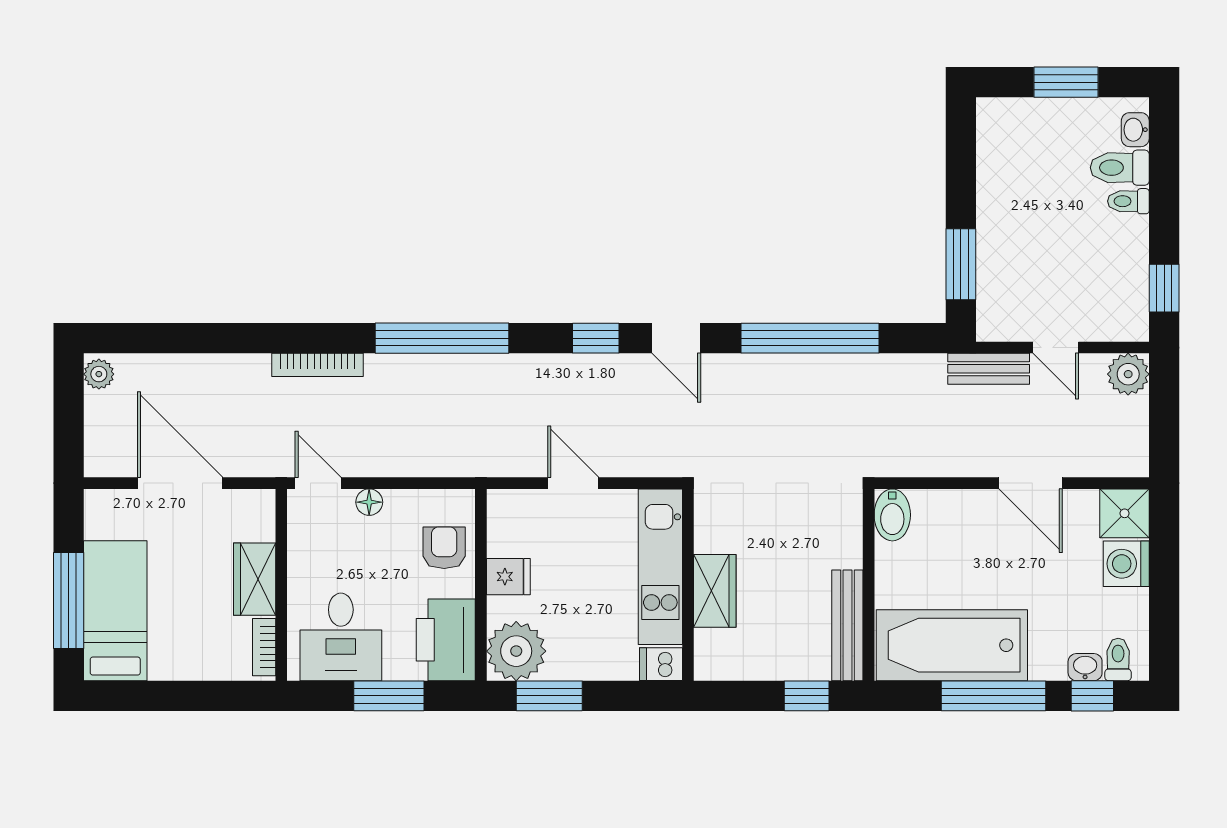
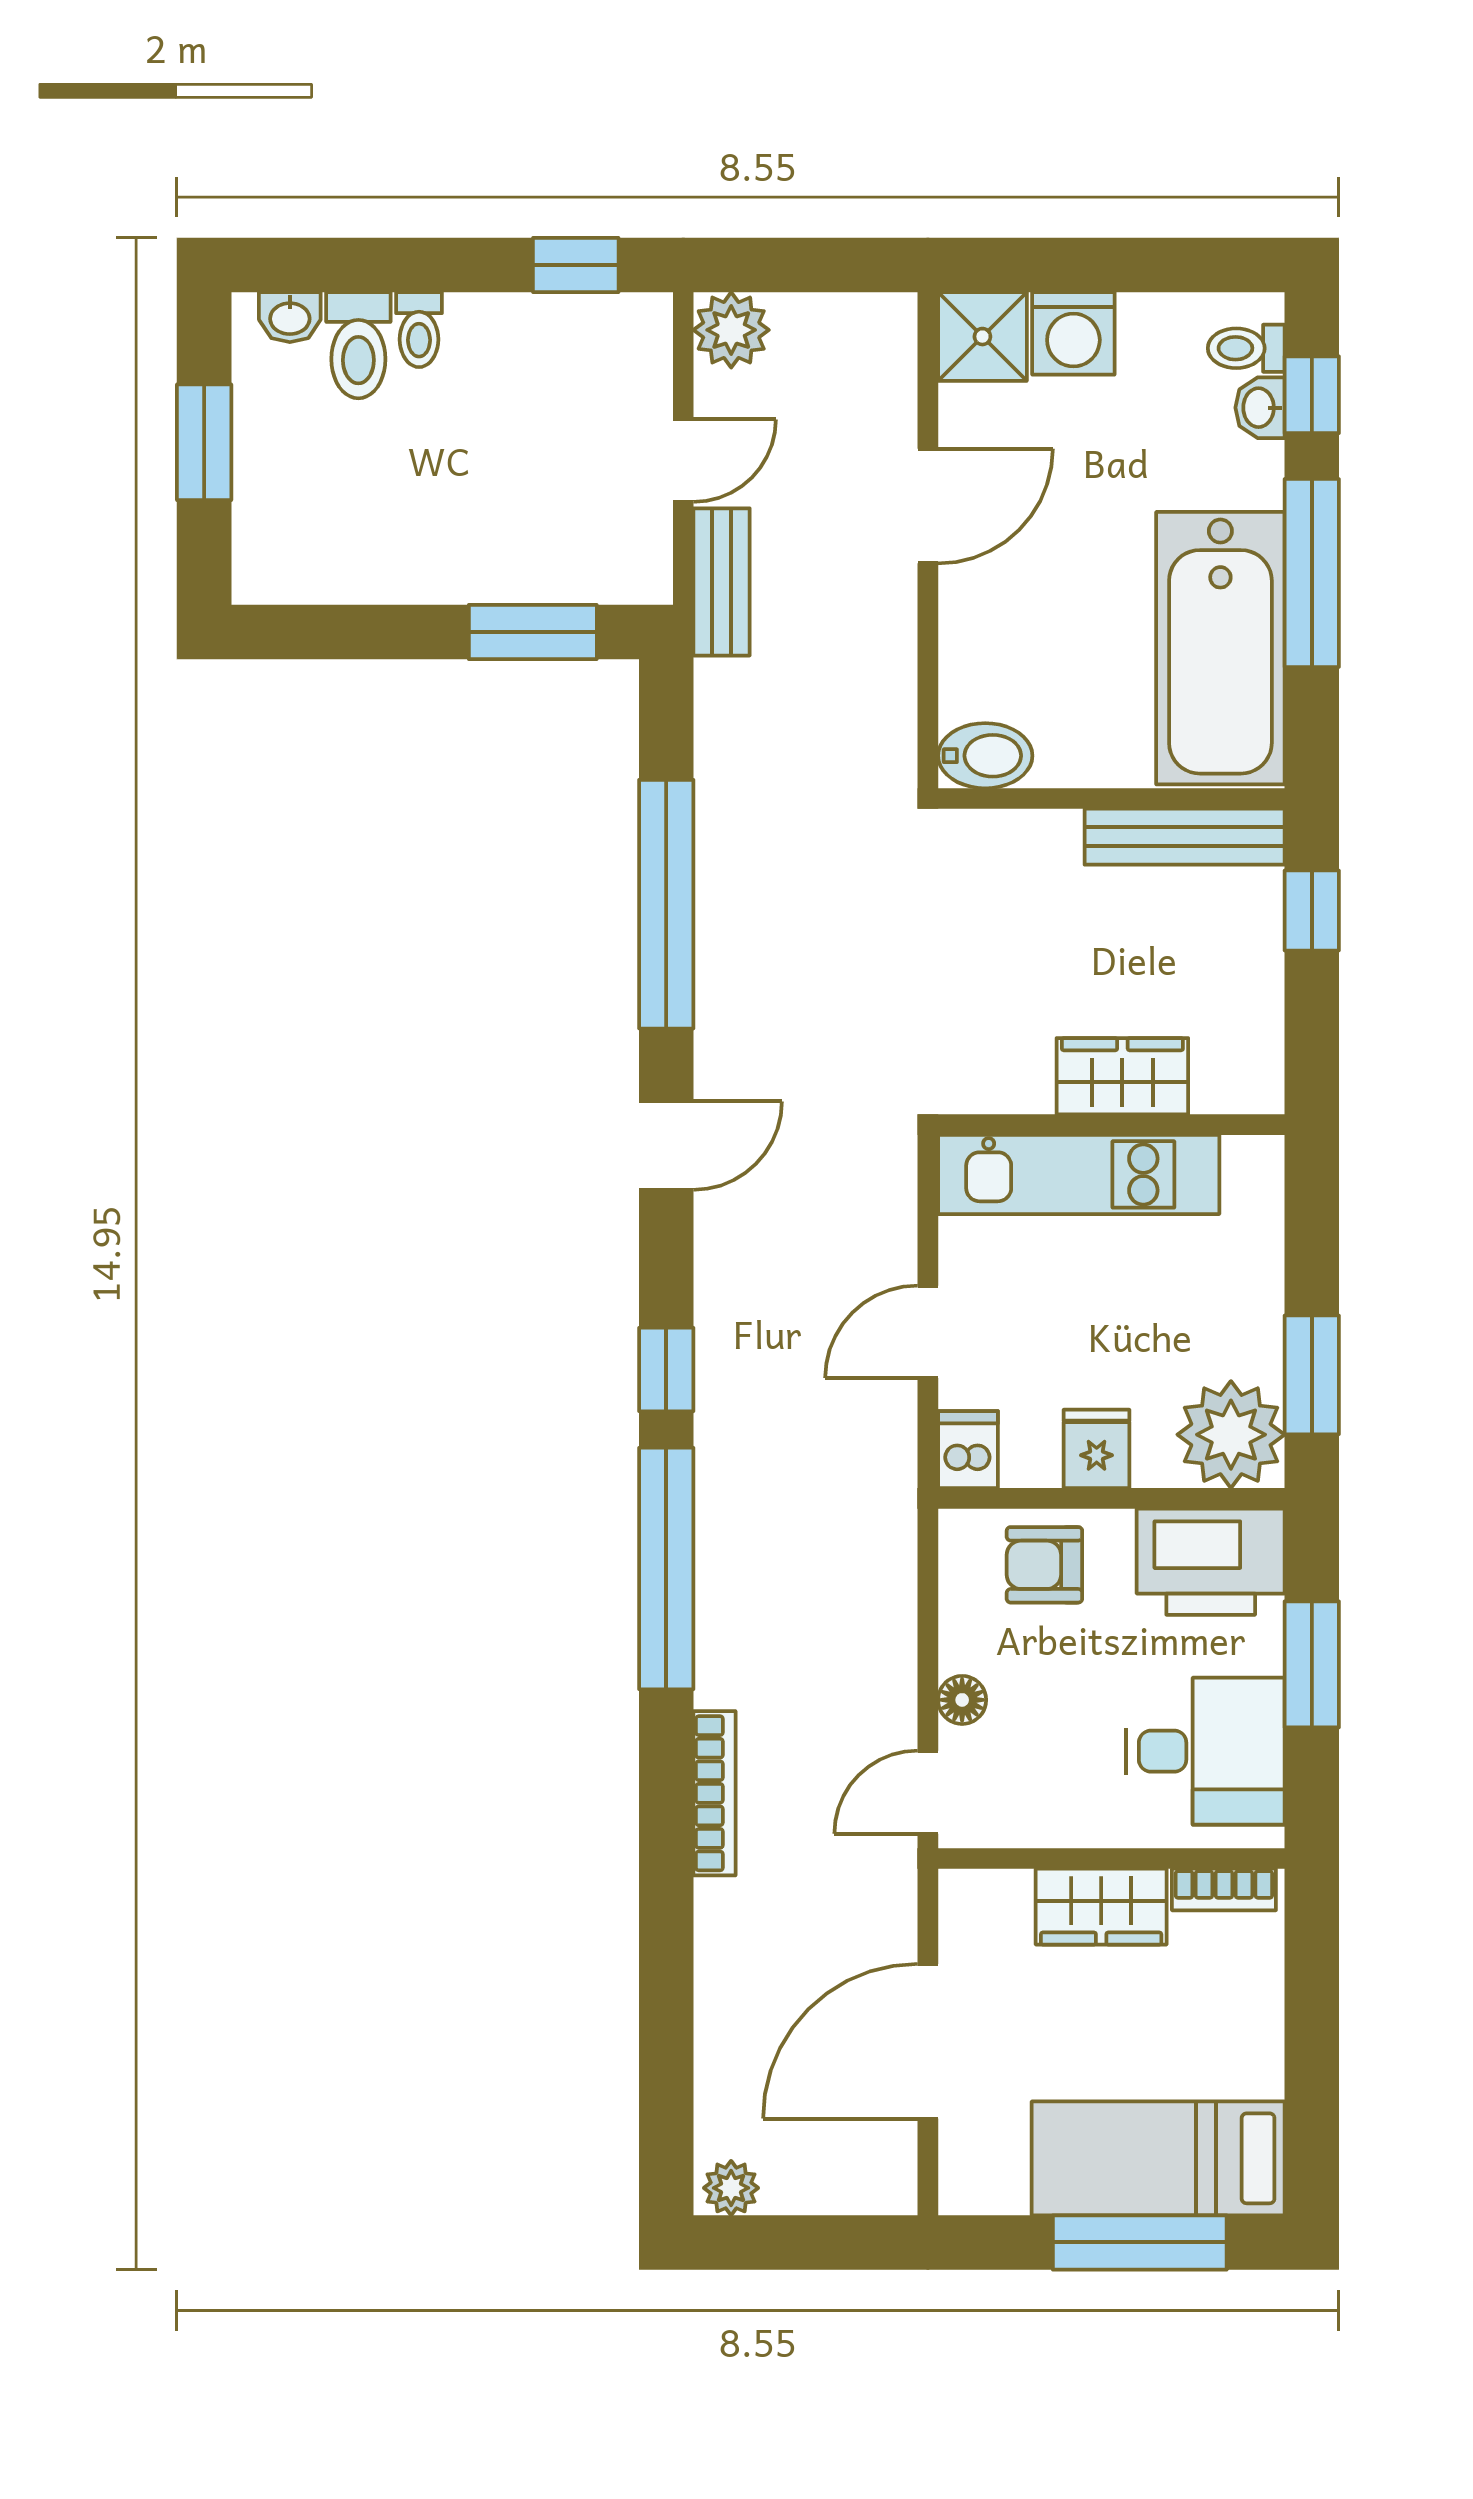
window: (596, 338) -> (666, 1370), moved
dishwasher: (661, 664) -> (968, 1450), moved, turned 180

